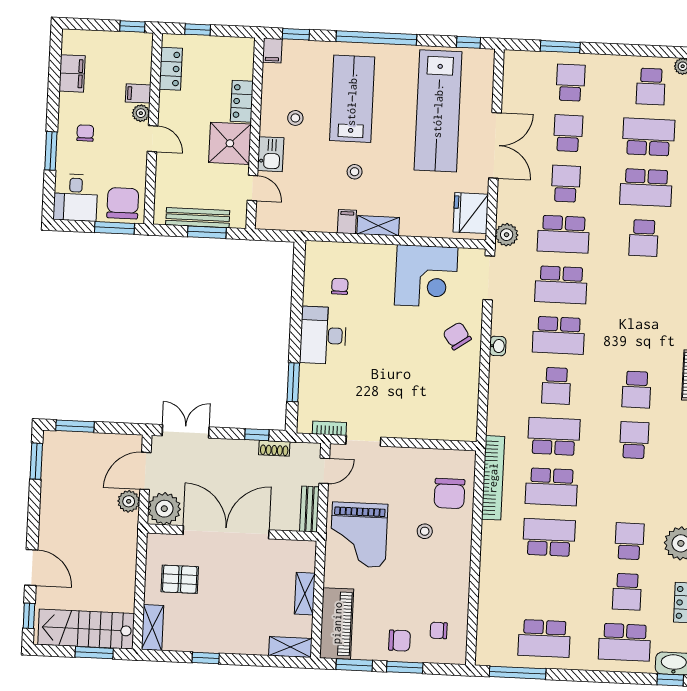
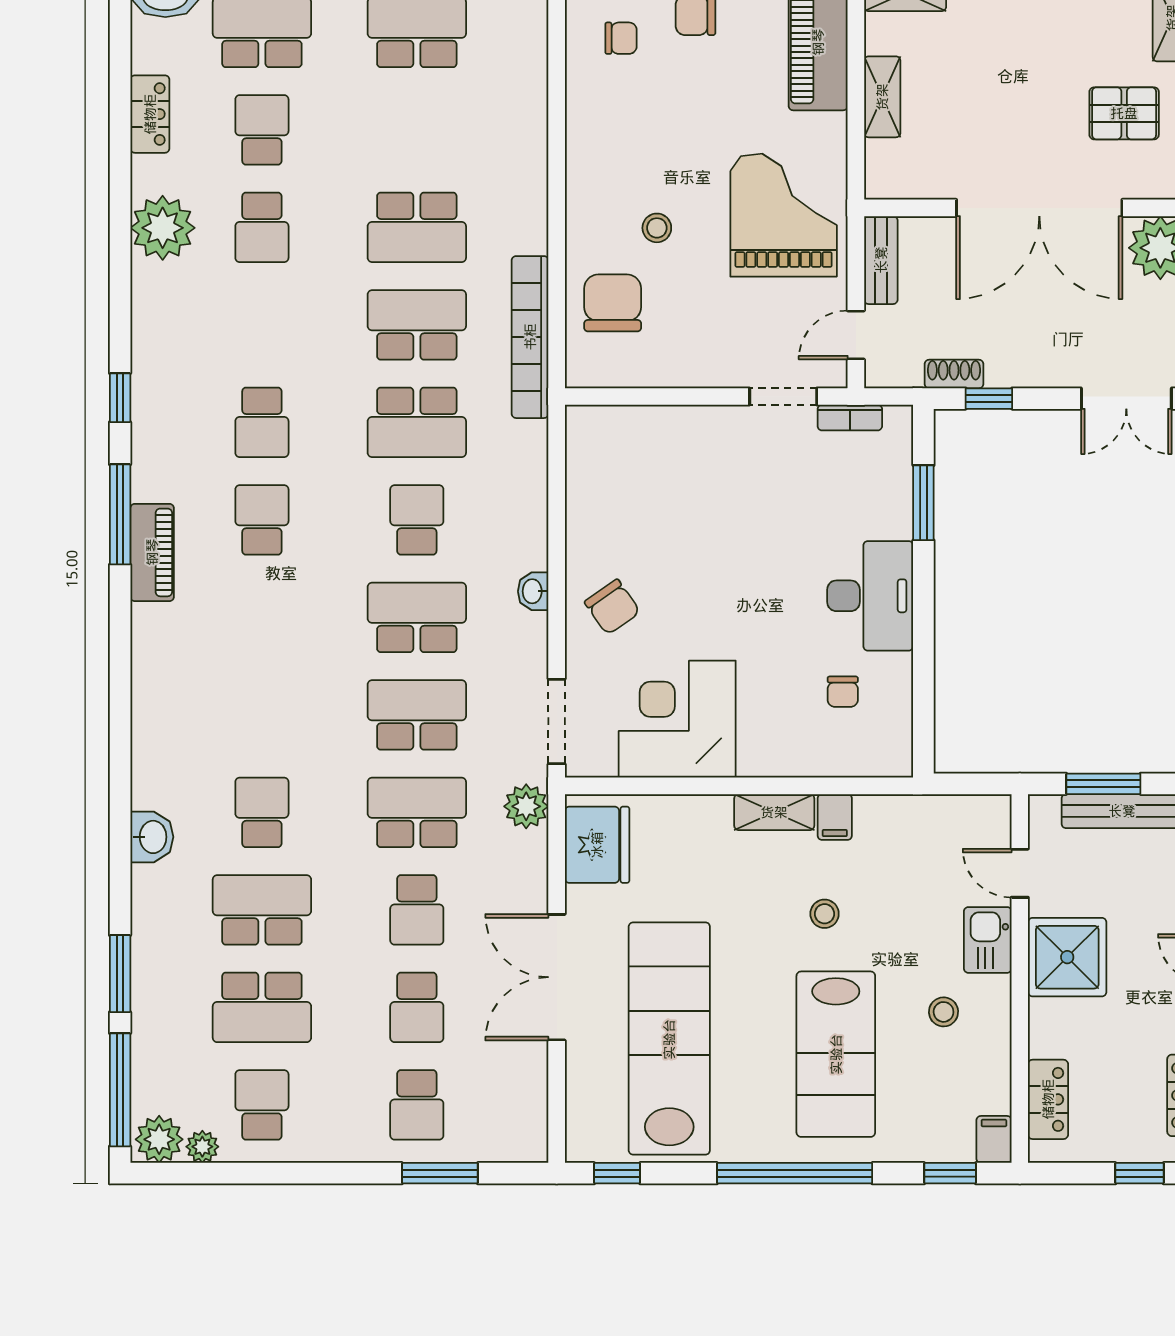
locker: (242, 101) -> (1048, 1099), moved

